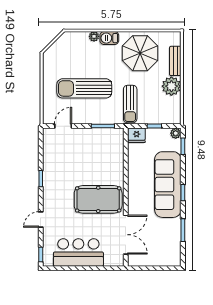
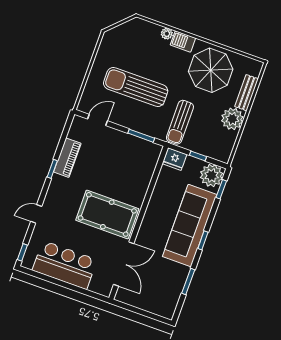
plant: (176, 133) -> (212, 175), width x1.88, depth x1.88
piano: (50, 165) -> (67, 158), added

